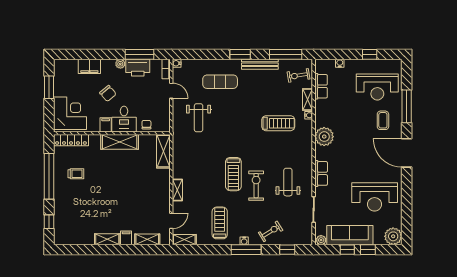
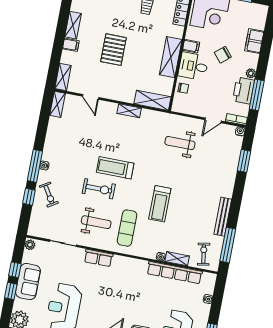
window: (240, 54) -> (244, 161), moved
exercise mat: (220, 82) -> (127, 228), moved
row of seats: (321, 86) -> (175, 273), width x2.02
treadmill: (278, 123) -> (160, 204), moved
plant: (324, 137) -> (136, 269), removed
shelving: (177, 190) -> (129, 111), moved
pallet: (123, 197) -> (113, 50), added
door: (171, 221) -> (91, 97), moved
treadmill: (220, 223) -> (68, 144), removed
sofa: (350, 235) -> (28, 282), width x0.73
shelving: (147, 239) -> (63, 77), moved
window: (287, 250) -> (29, 197), moved

